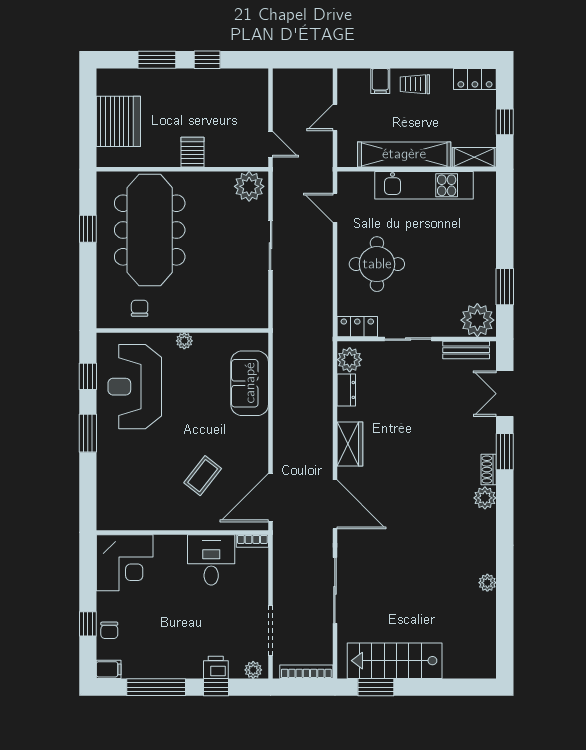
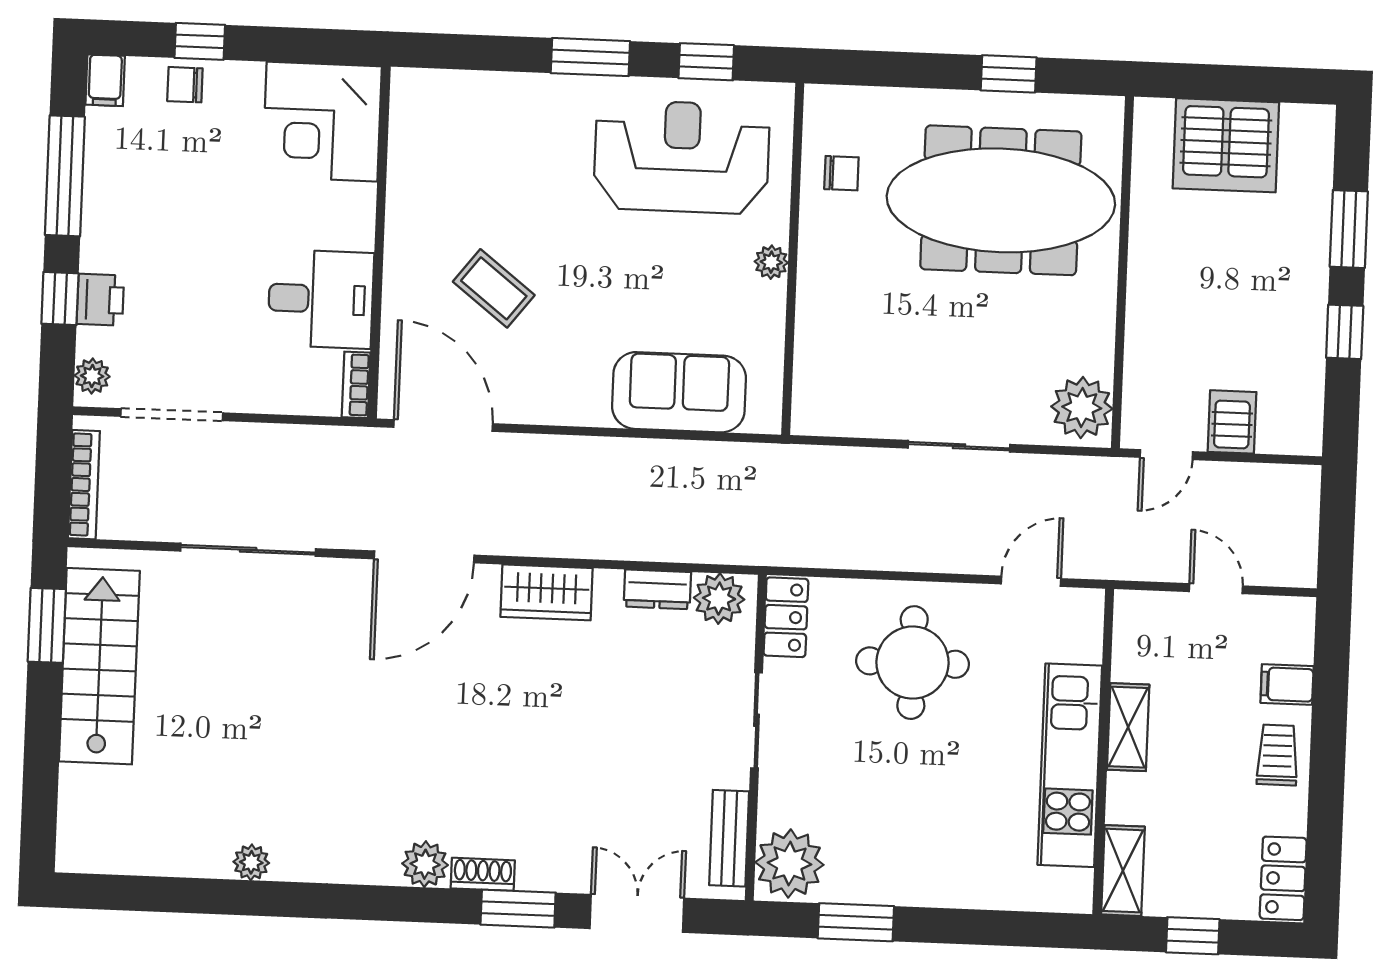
server rack: (193, 152) -> (1232, 422), moved, turned -90
shelving: (404, 154) -> (1128, 727), width x0.45, depth x0.75

